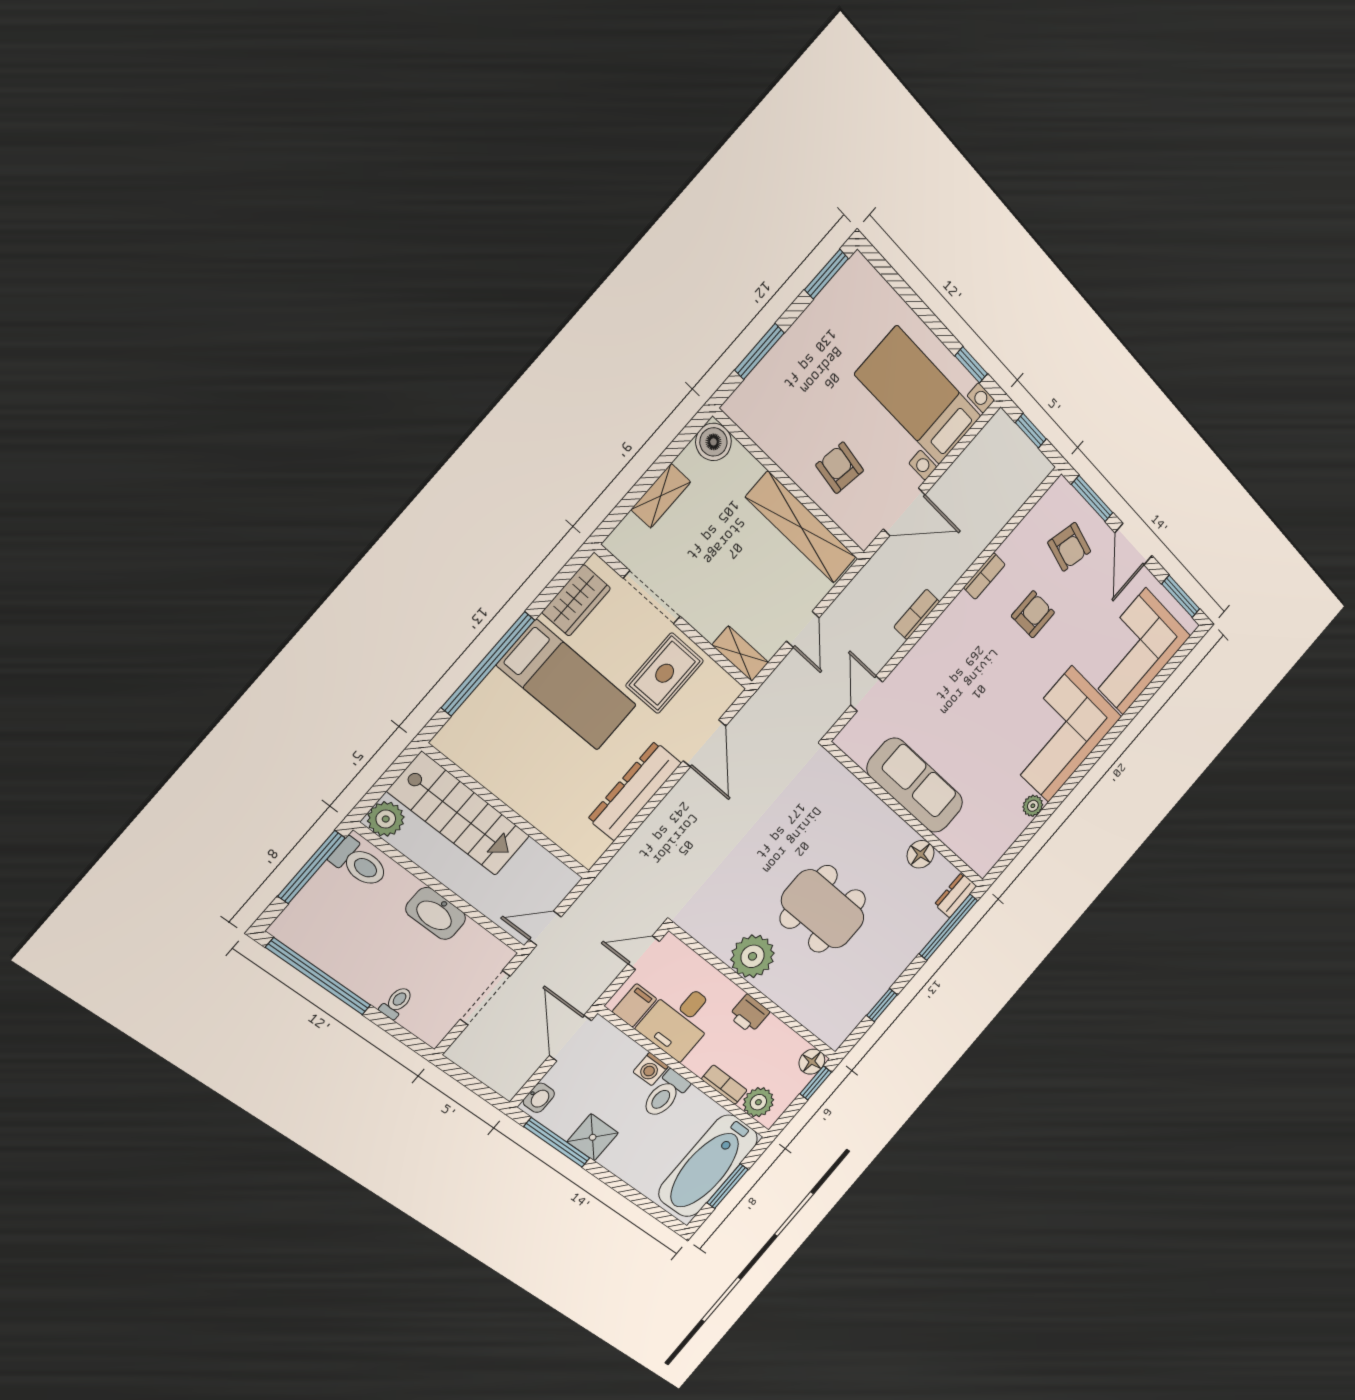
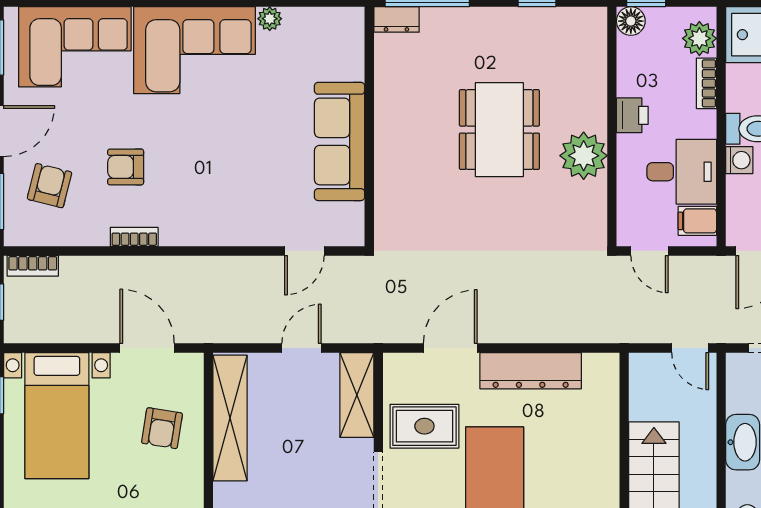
bookcase: (917, 614) -> (33, 266), moved
shelving: (740, 654) -> (357, 395), width x1.50, depth x1.33
floor lamp: (920, 854) -> (389, 84), removed

